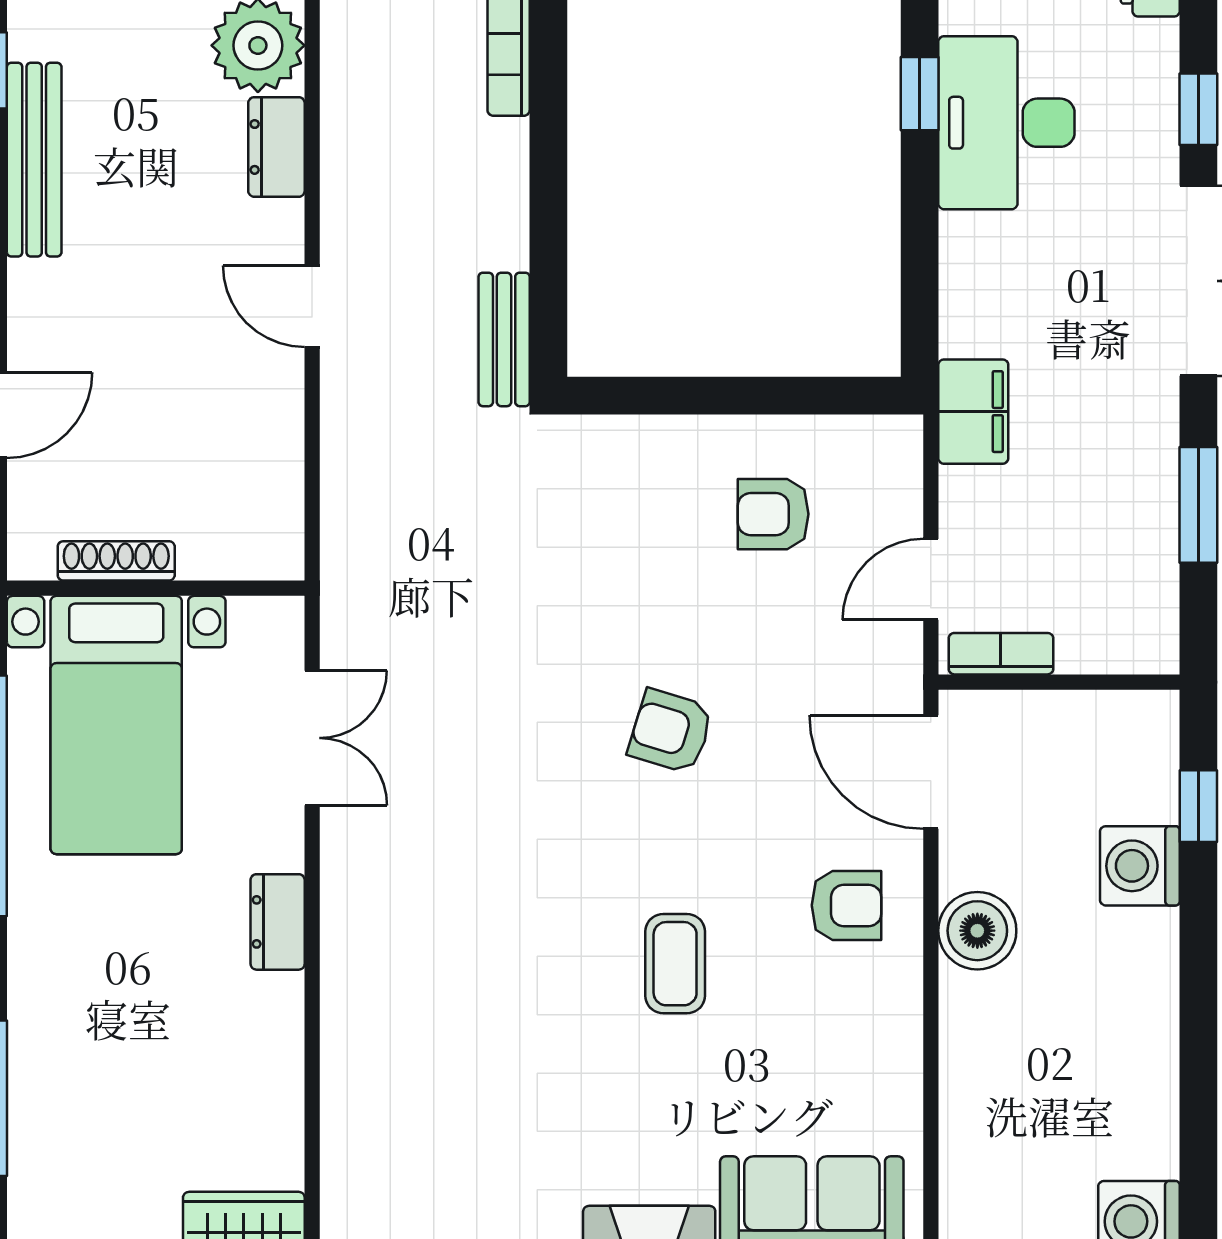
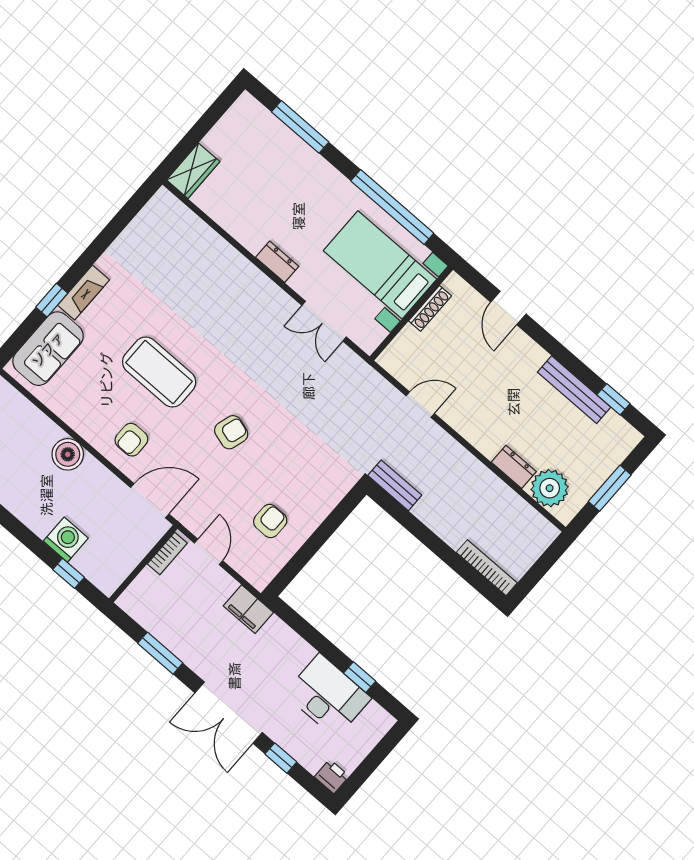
door: (312, 306) -> (420, 405), moved
boiler: (977, 931) -> (68, 454), moved
coffee table: (675, 964) -> (159, 372), width x1.86, depth x1.72

